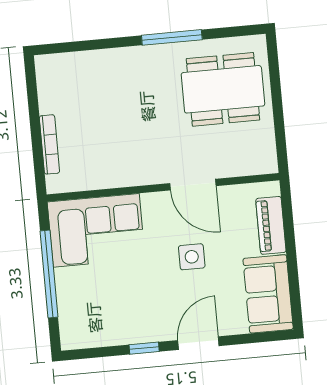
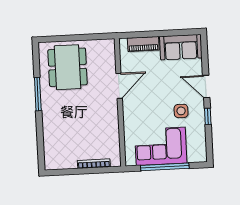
corner sofa: (96, 230) -> (161, 146), moved, turned -90
side table: (192, 257) -> (181, 111), moved

